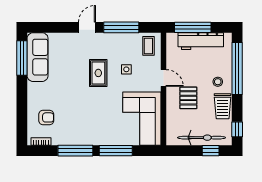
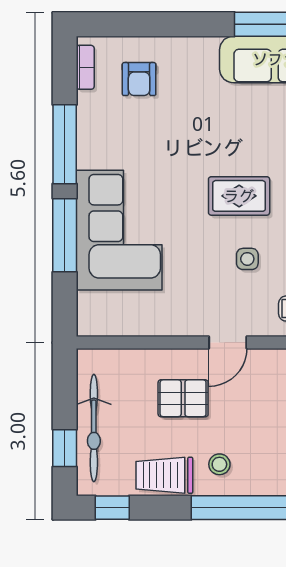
corner sofa: (142, 119) -> (119, 230), moved, turned 90

